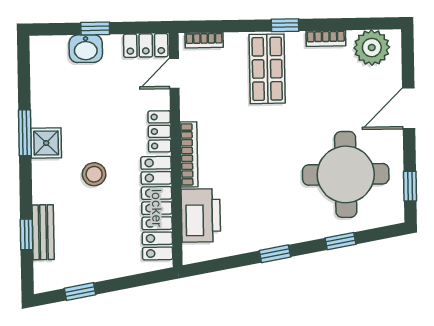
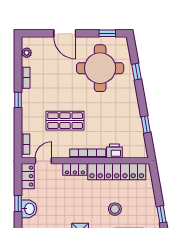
plant: (372, 48) -> (27, 53), width x0.53, depth x0.53
shop shelf: (267, 69) -> (65, 121), moved
door: (174, 73) -> (43, 161), swing flipped
stool: (94, 174) -> (115, 209), moved
printer: (201, 215) -> (114, 151), width x0.53, depth x0.68
window: (275, 254) -> (146, 125), moved

